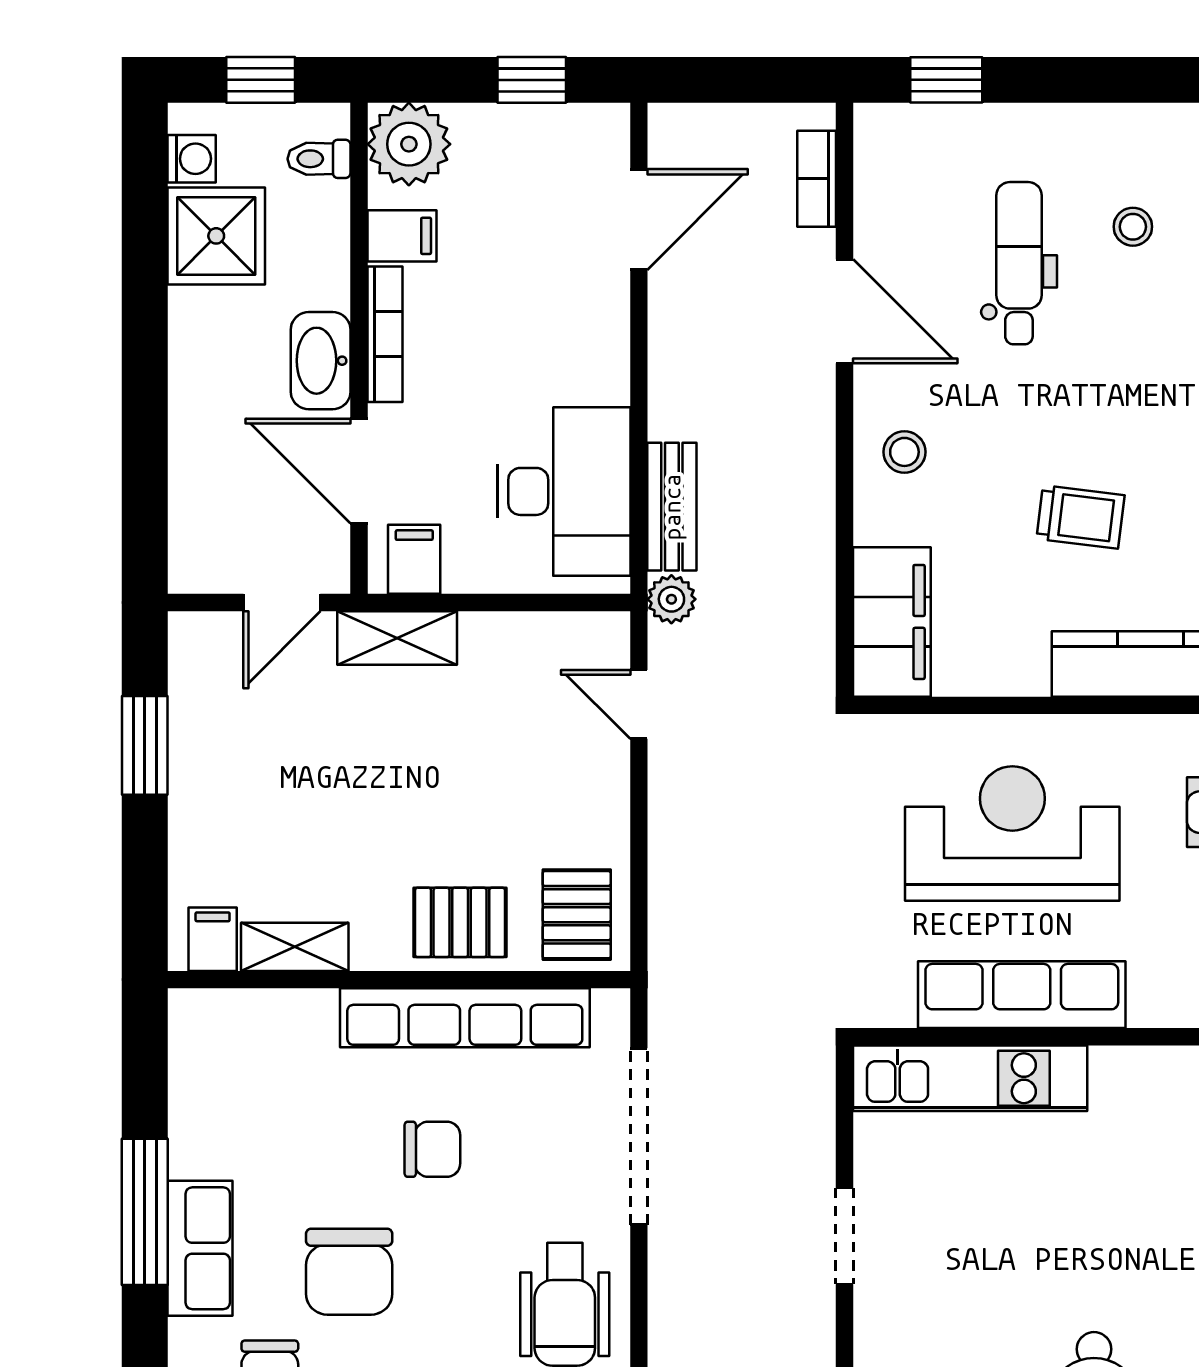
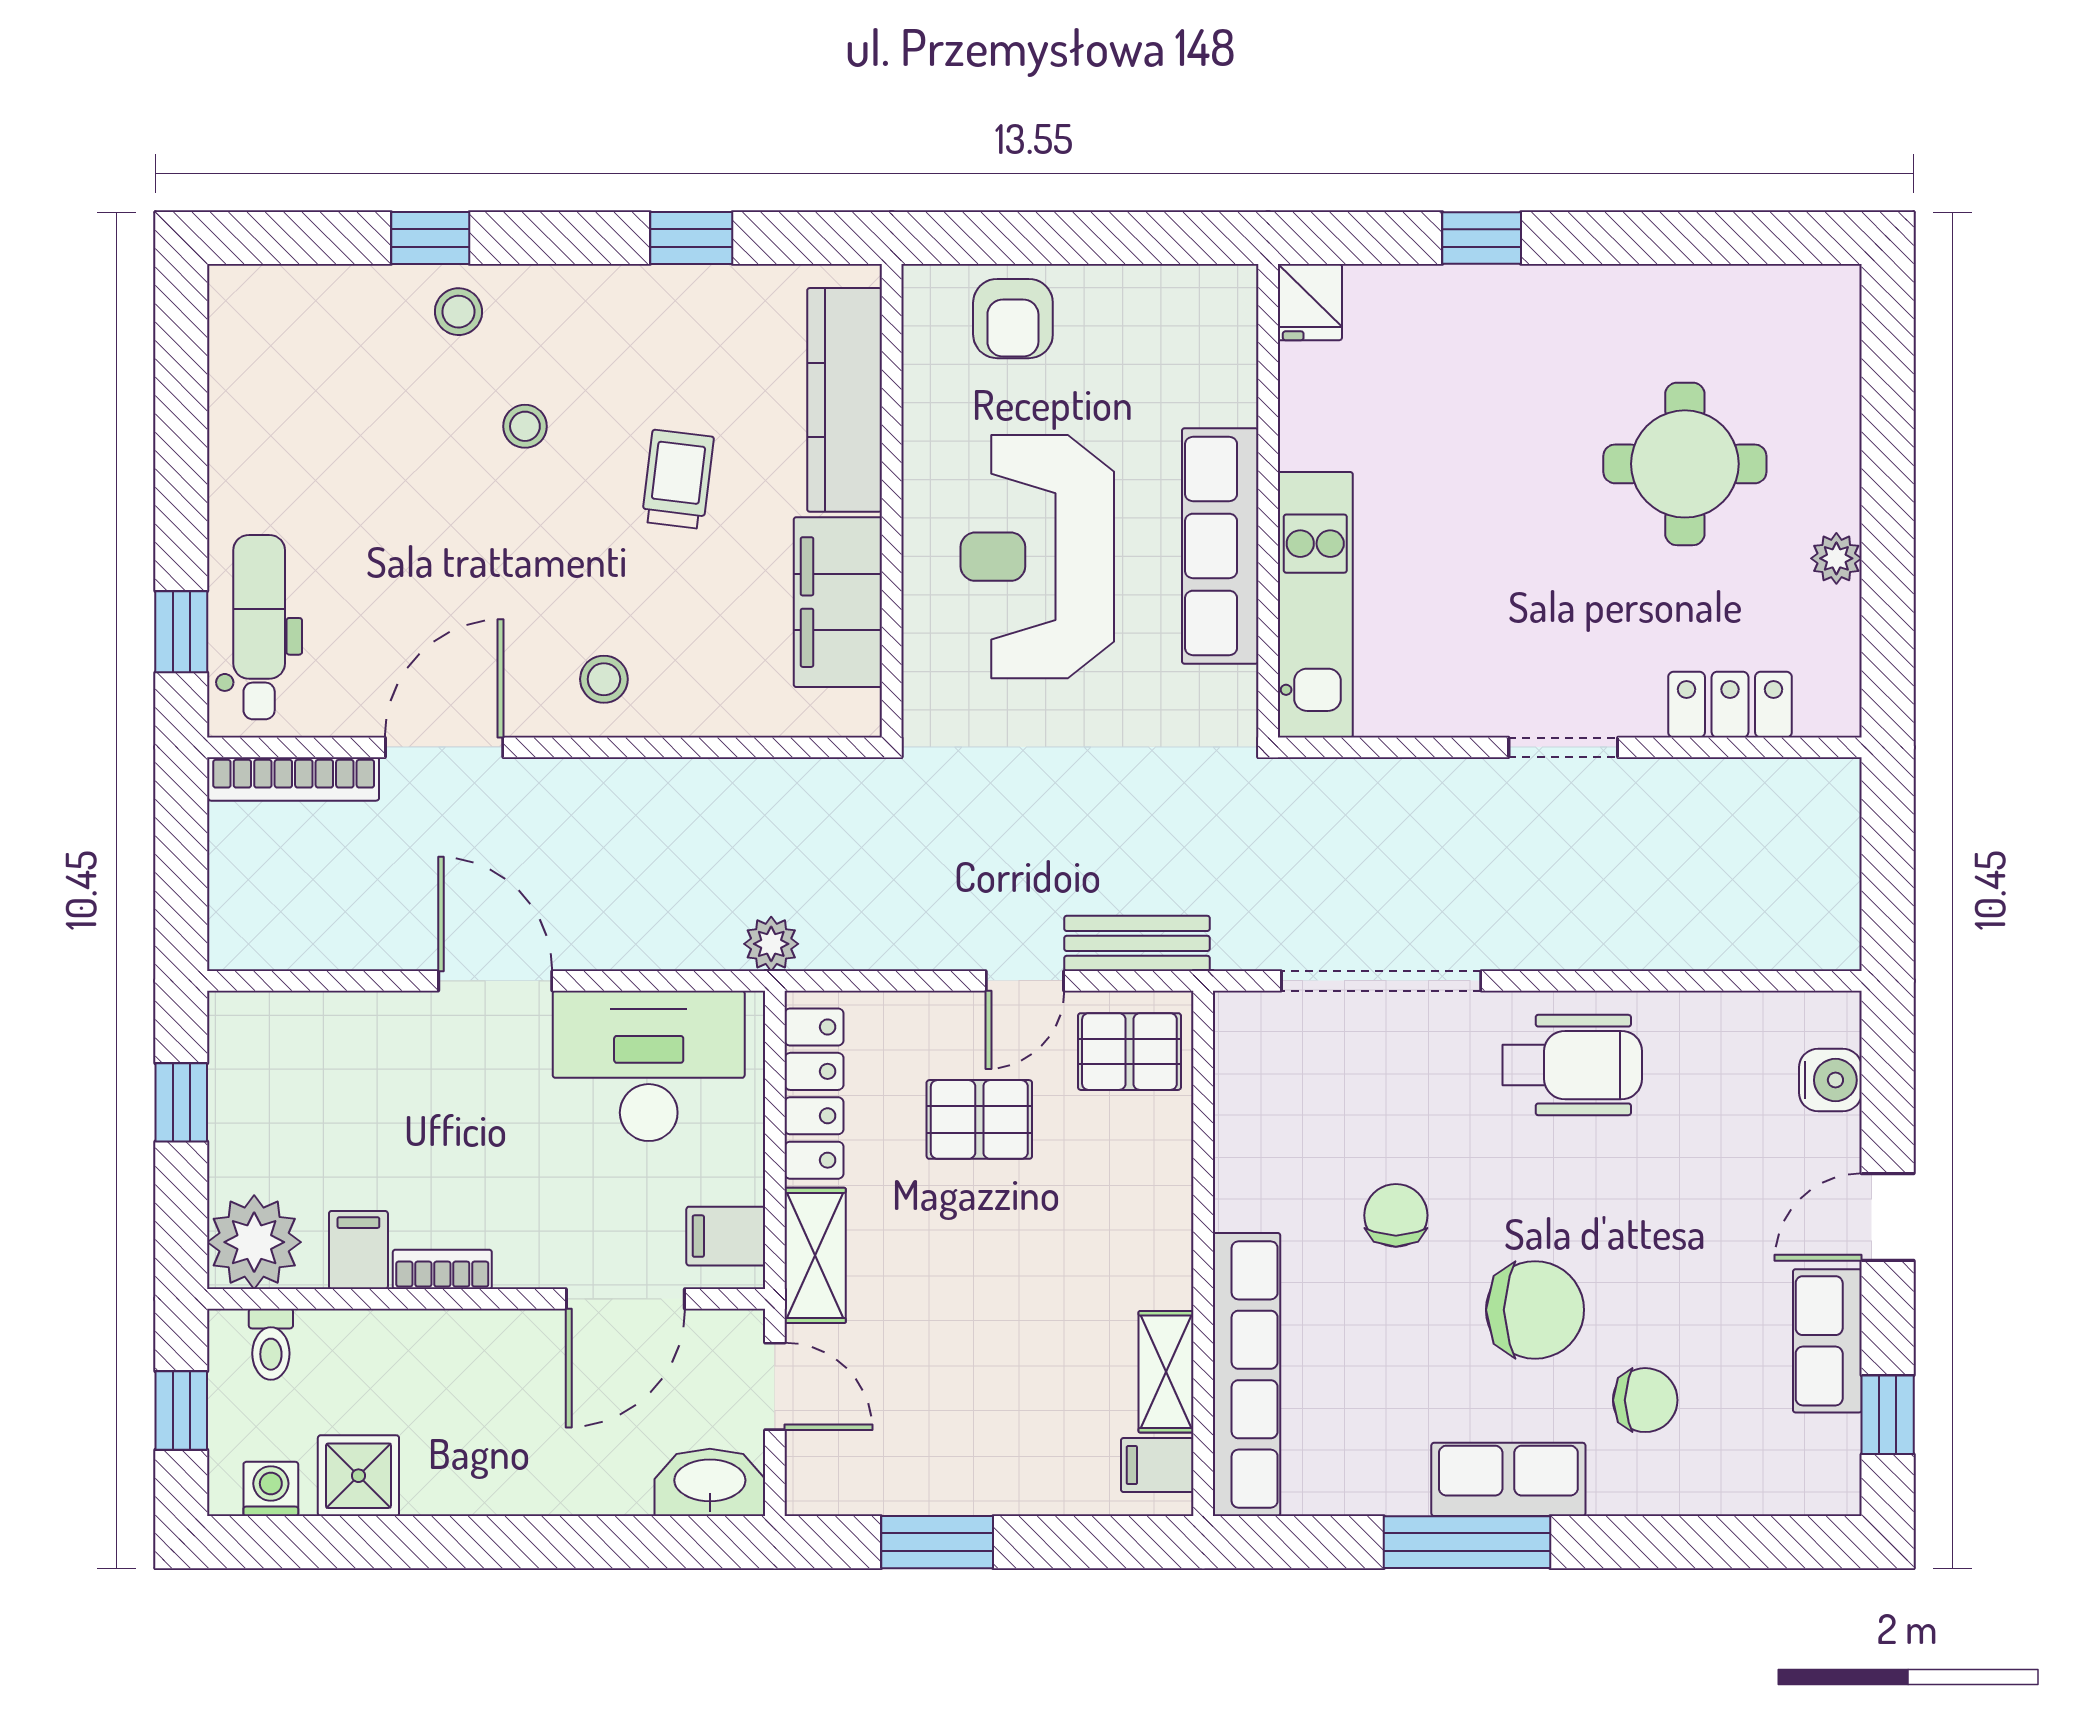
bookcase: (817, 179) -> (294, 779), width x1.56
door: (639, 220) -> (495, 981), moved
stool: (1133, 227) -> (525, 426), moved
shower: (216, 236) -> (358, 1476), width x0.73, depth x0.73
dental chair: (1019, 263) -> (259, 627), moved, turned 90
bookcase: (385, 334) -> (442, 1269), width x0.64
washbasin: (321, 361) -> (710, 1482), moved, turned 180
bench: (672, 507) -> (1137, 943), moved
filing cabinet: (892, 622) -> (838, 602), moved, turned -90
locker: (540, 637) -> (814, 1094), added
door: (639, 704) -> (1025, 981), moved
pallet: (460, 922) -> (979, 1119), moved, turned 90
row of seats: (465, 1018) -> (1246, 1374), moved
doorway: (845, 1236) -> (1563, 747), moved

